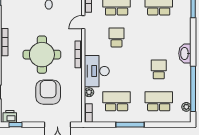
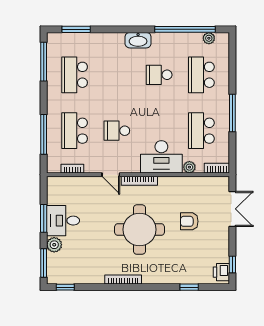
door: (83, 22) -> (111, 175), moved
armchair: (48, 92) -> (189, 221), width x0.53, depth x0.53

